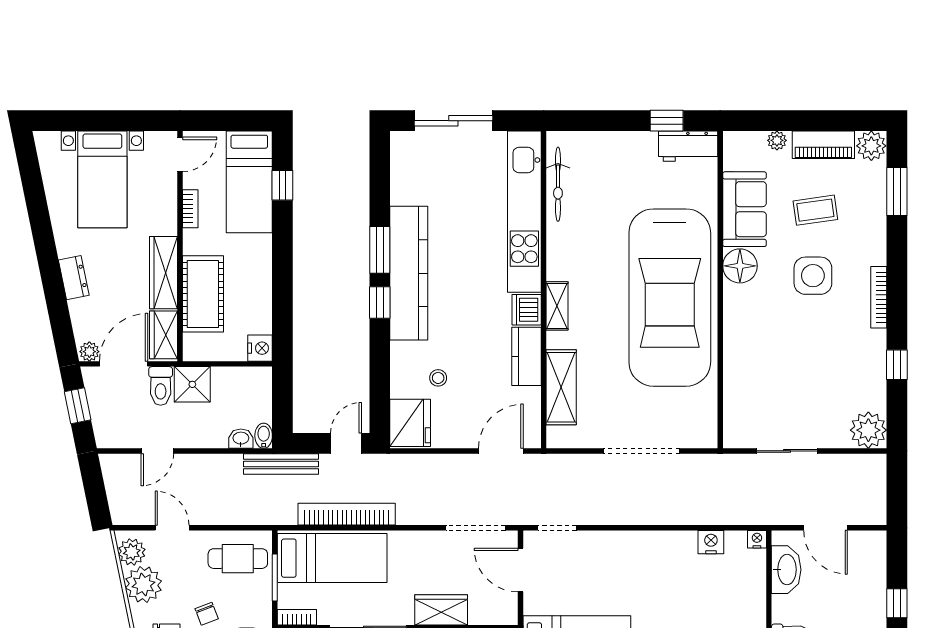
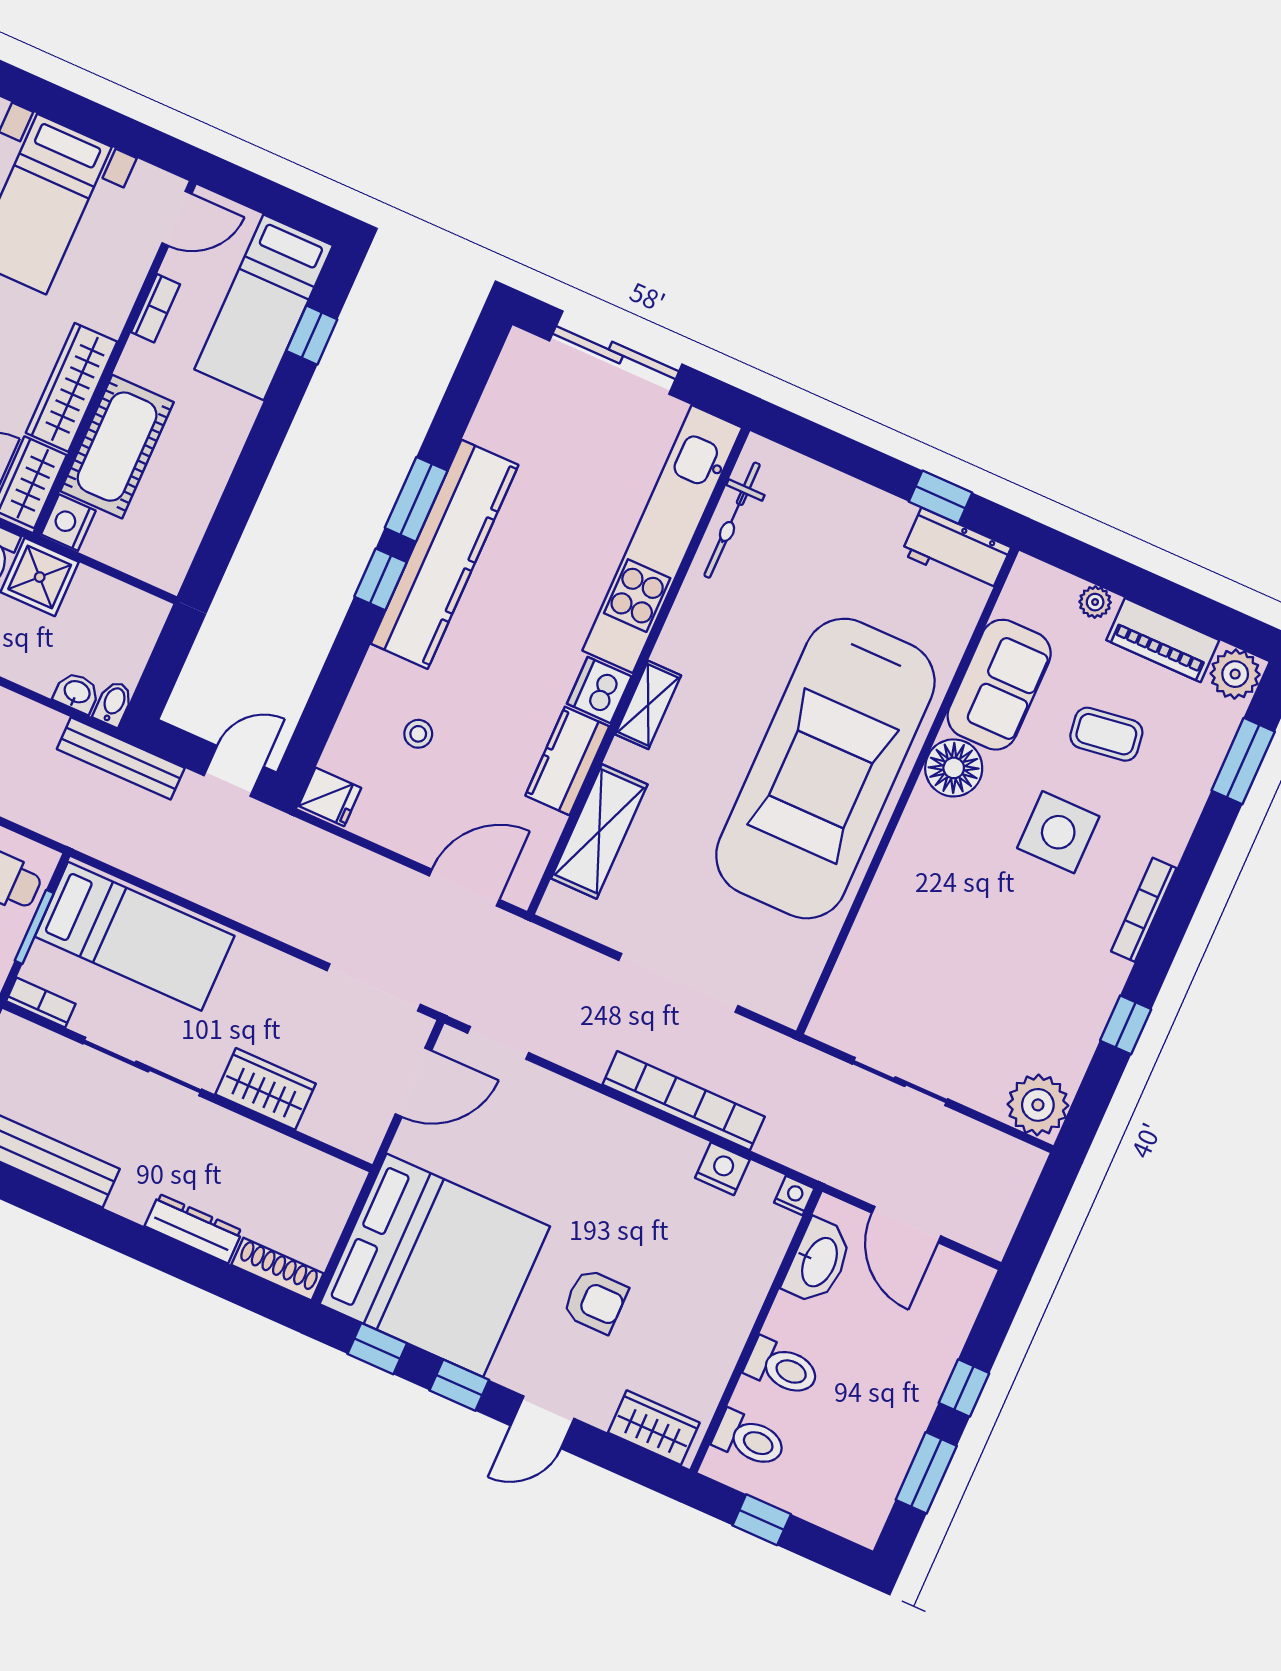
nightstand: (260, 348) -> (68, 523), moved, turned 180
fridge: (410, 423) -> (330, 797), width x0.53, depth x0.75
bookcase: (347, 514) -> (684, 1101), moved
door: (521, 570) -> (413, 1082), swing flipped

